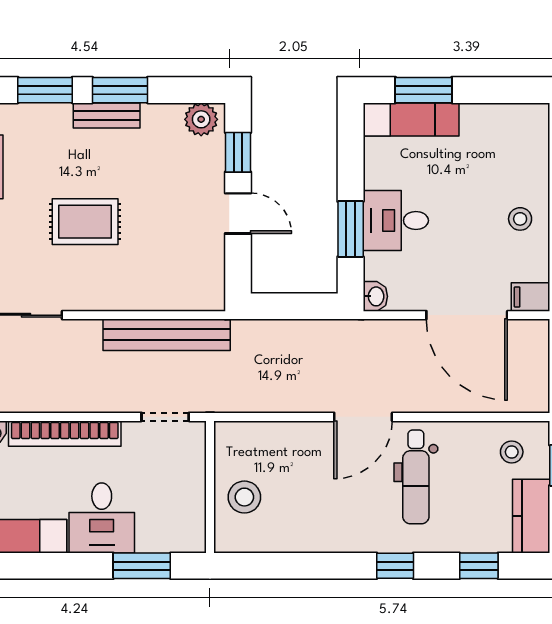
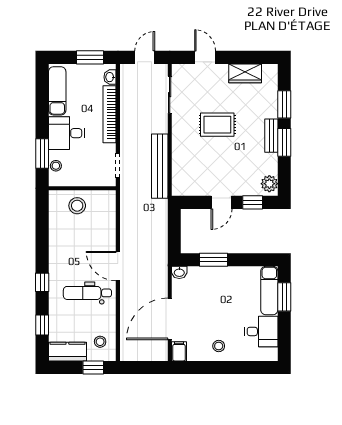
desk: (396, 220) -> (261, 331), moved, turned 90
rug: (85, 222) -> (217, 125), turned 90
stool: (166, 539) -> (56, 166), added

